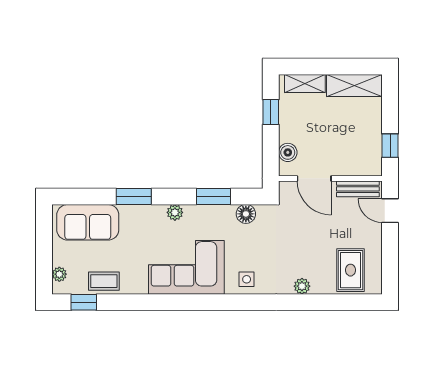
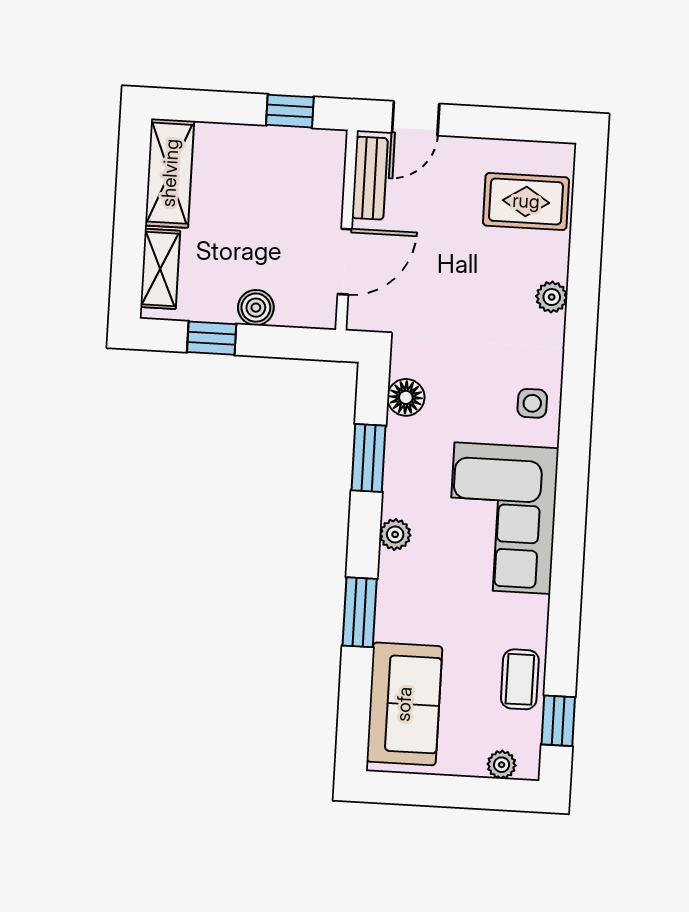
boiler: (288, 152) -> (256, 308), moved

